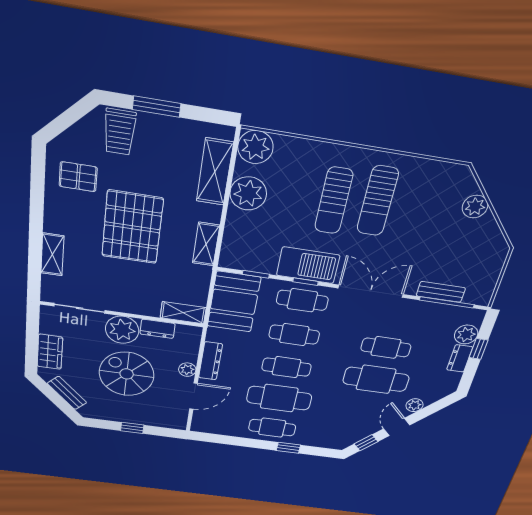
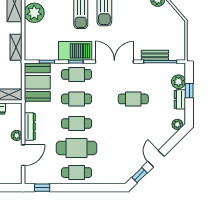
cafe table: (376, 379) -> (133, 123), removed
plant: (414, 405) -> (177, 124), moved
window: (288, 448) -> (42, 188), moved

